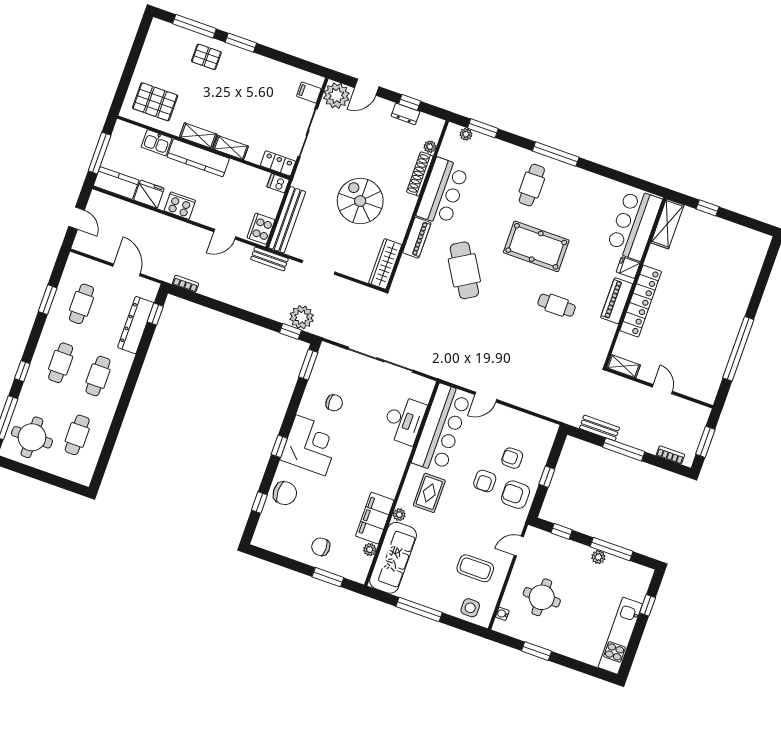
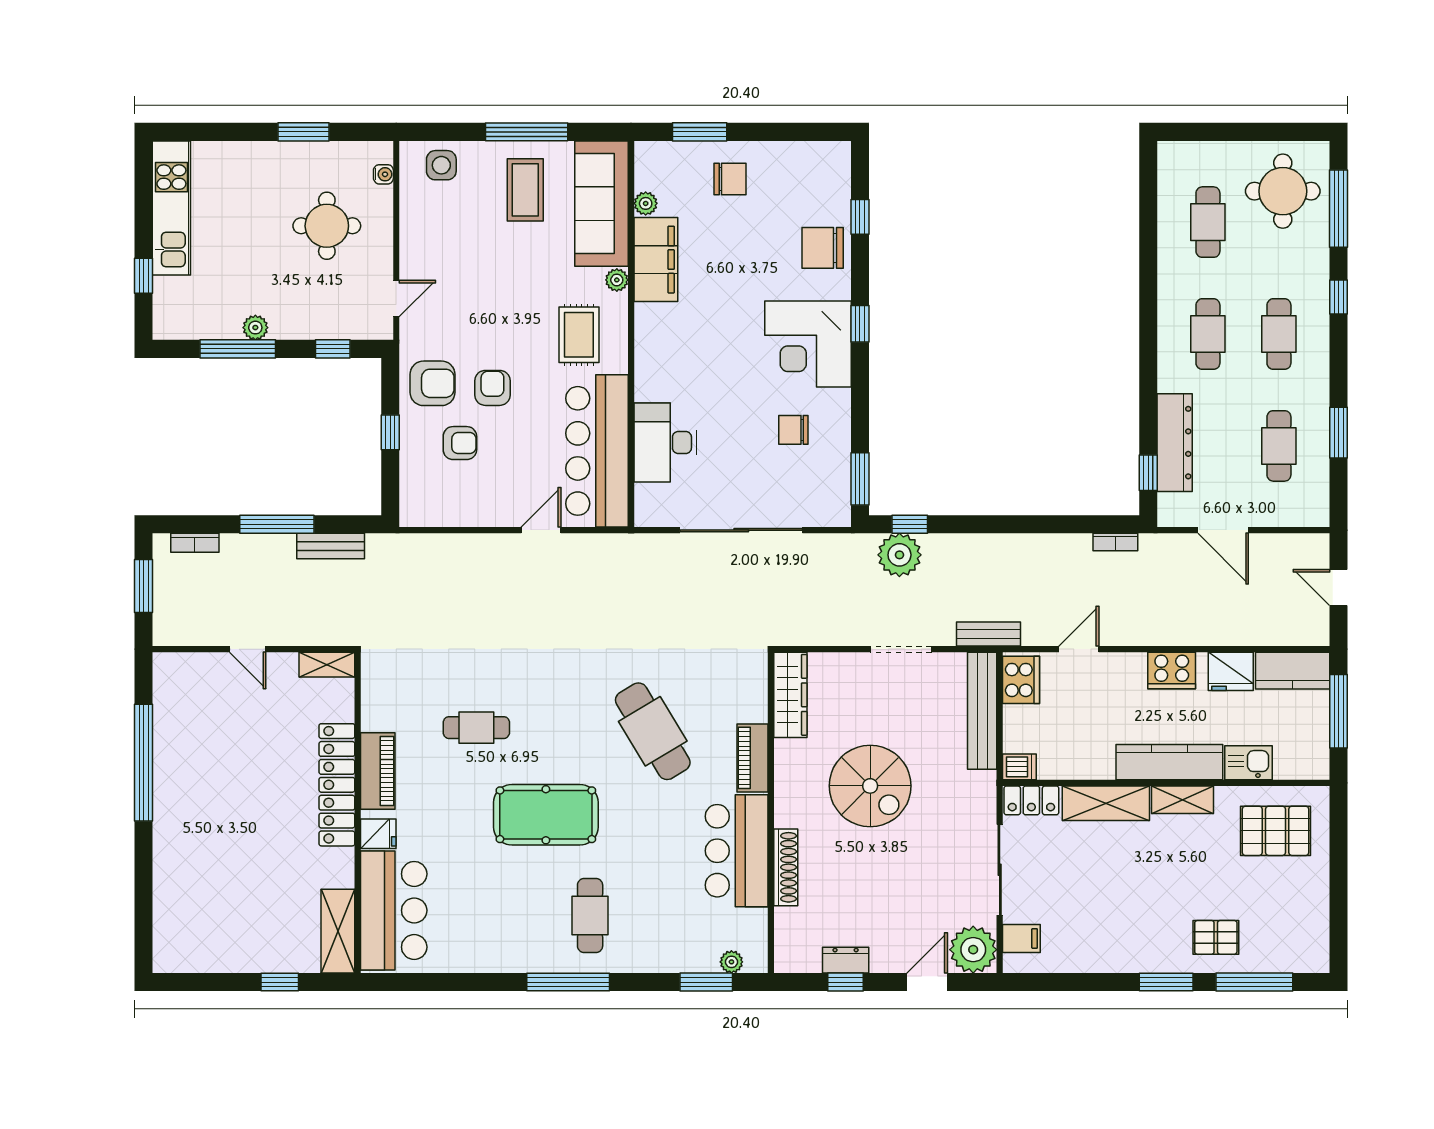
plant: (430, 147) -> (785, 919), removed
shelving: (231, 148) -> (1106, 803), width x1.50, depth x1.33
coffee table: (475, 568) -> (525, 190), moved, turned 90

